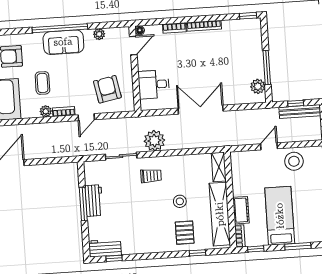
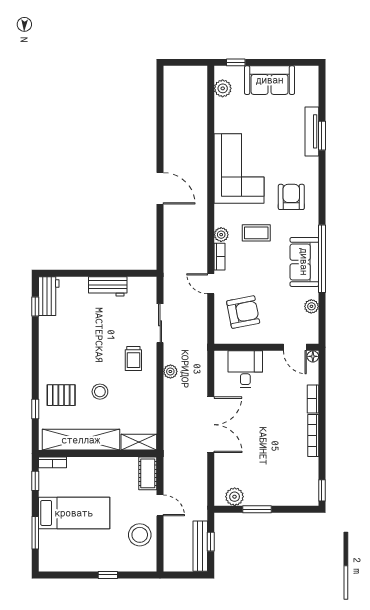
window: (267, 67) -> (257, 509), width x0.69
plant: (154, 141) -> (170, 371), width x0.53, depth x0.53
window: (83, 204) -> (104, 273), removed
cot: (241, 210) -> (148, 473), moved, turned 90

